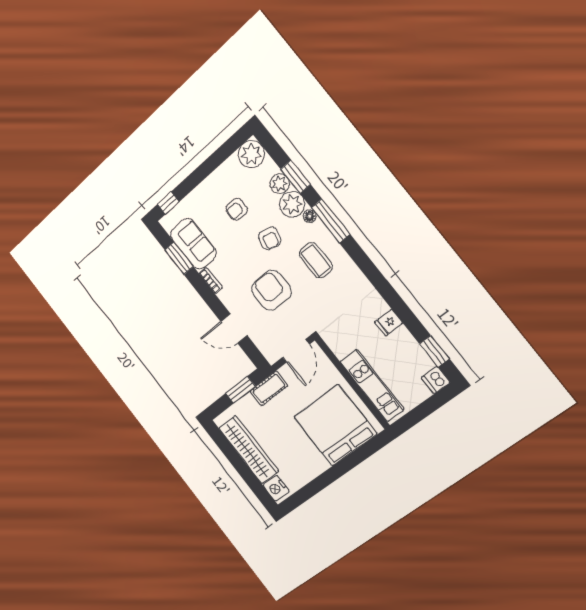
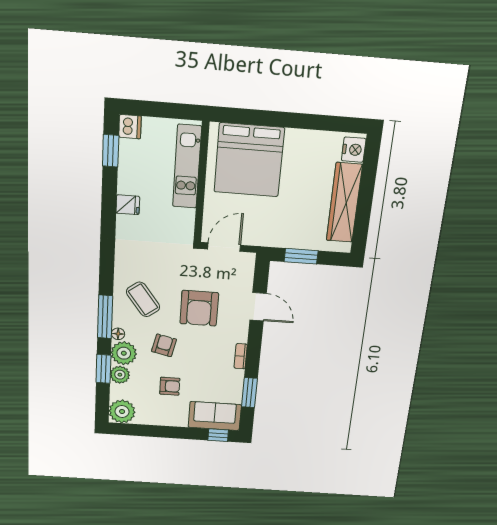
sofa: (193, 244) -> (215, 416), moved, turned 90
coffee table: (316, 260) -> (143, 299), turned -37
cot: (269, 388) -> (276, 237), removed

